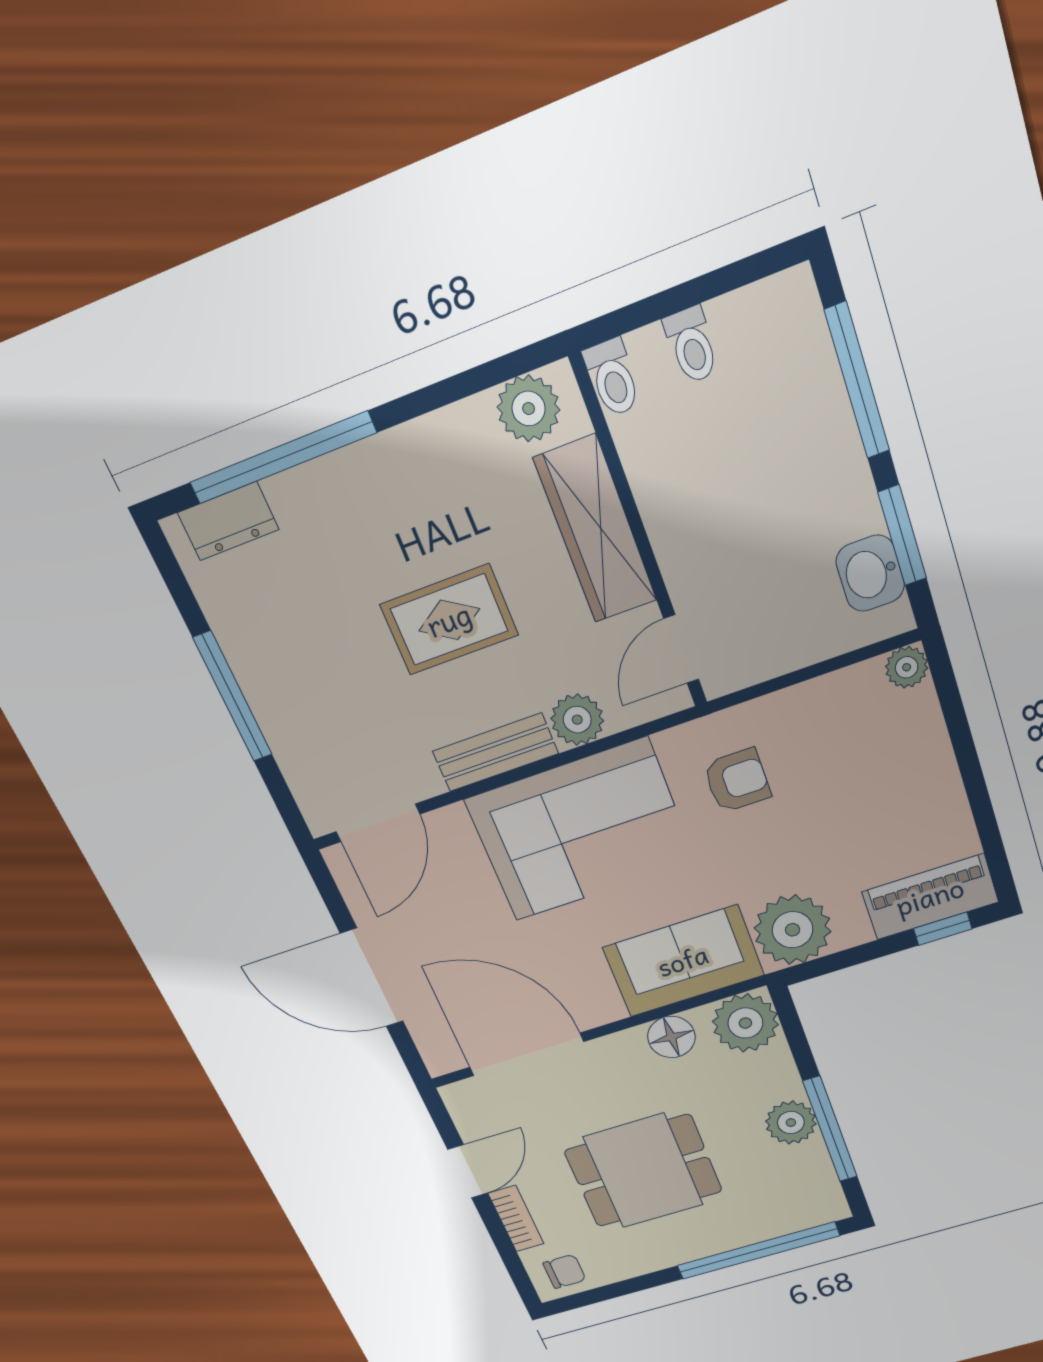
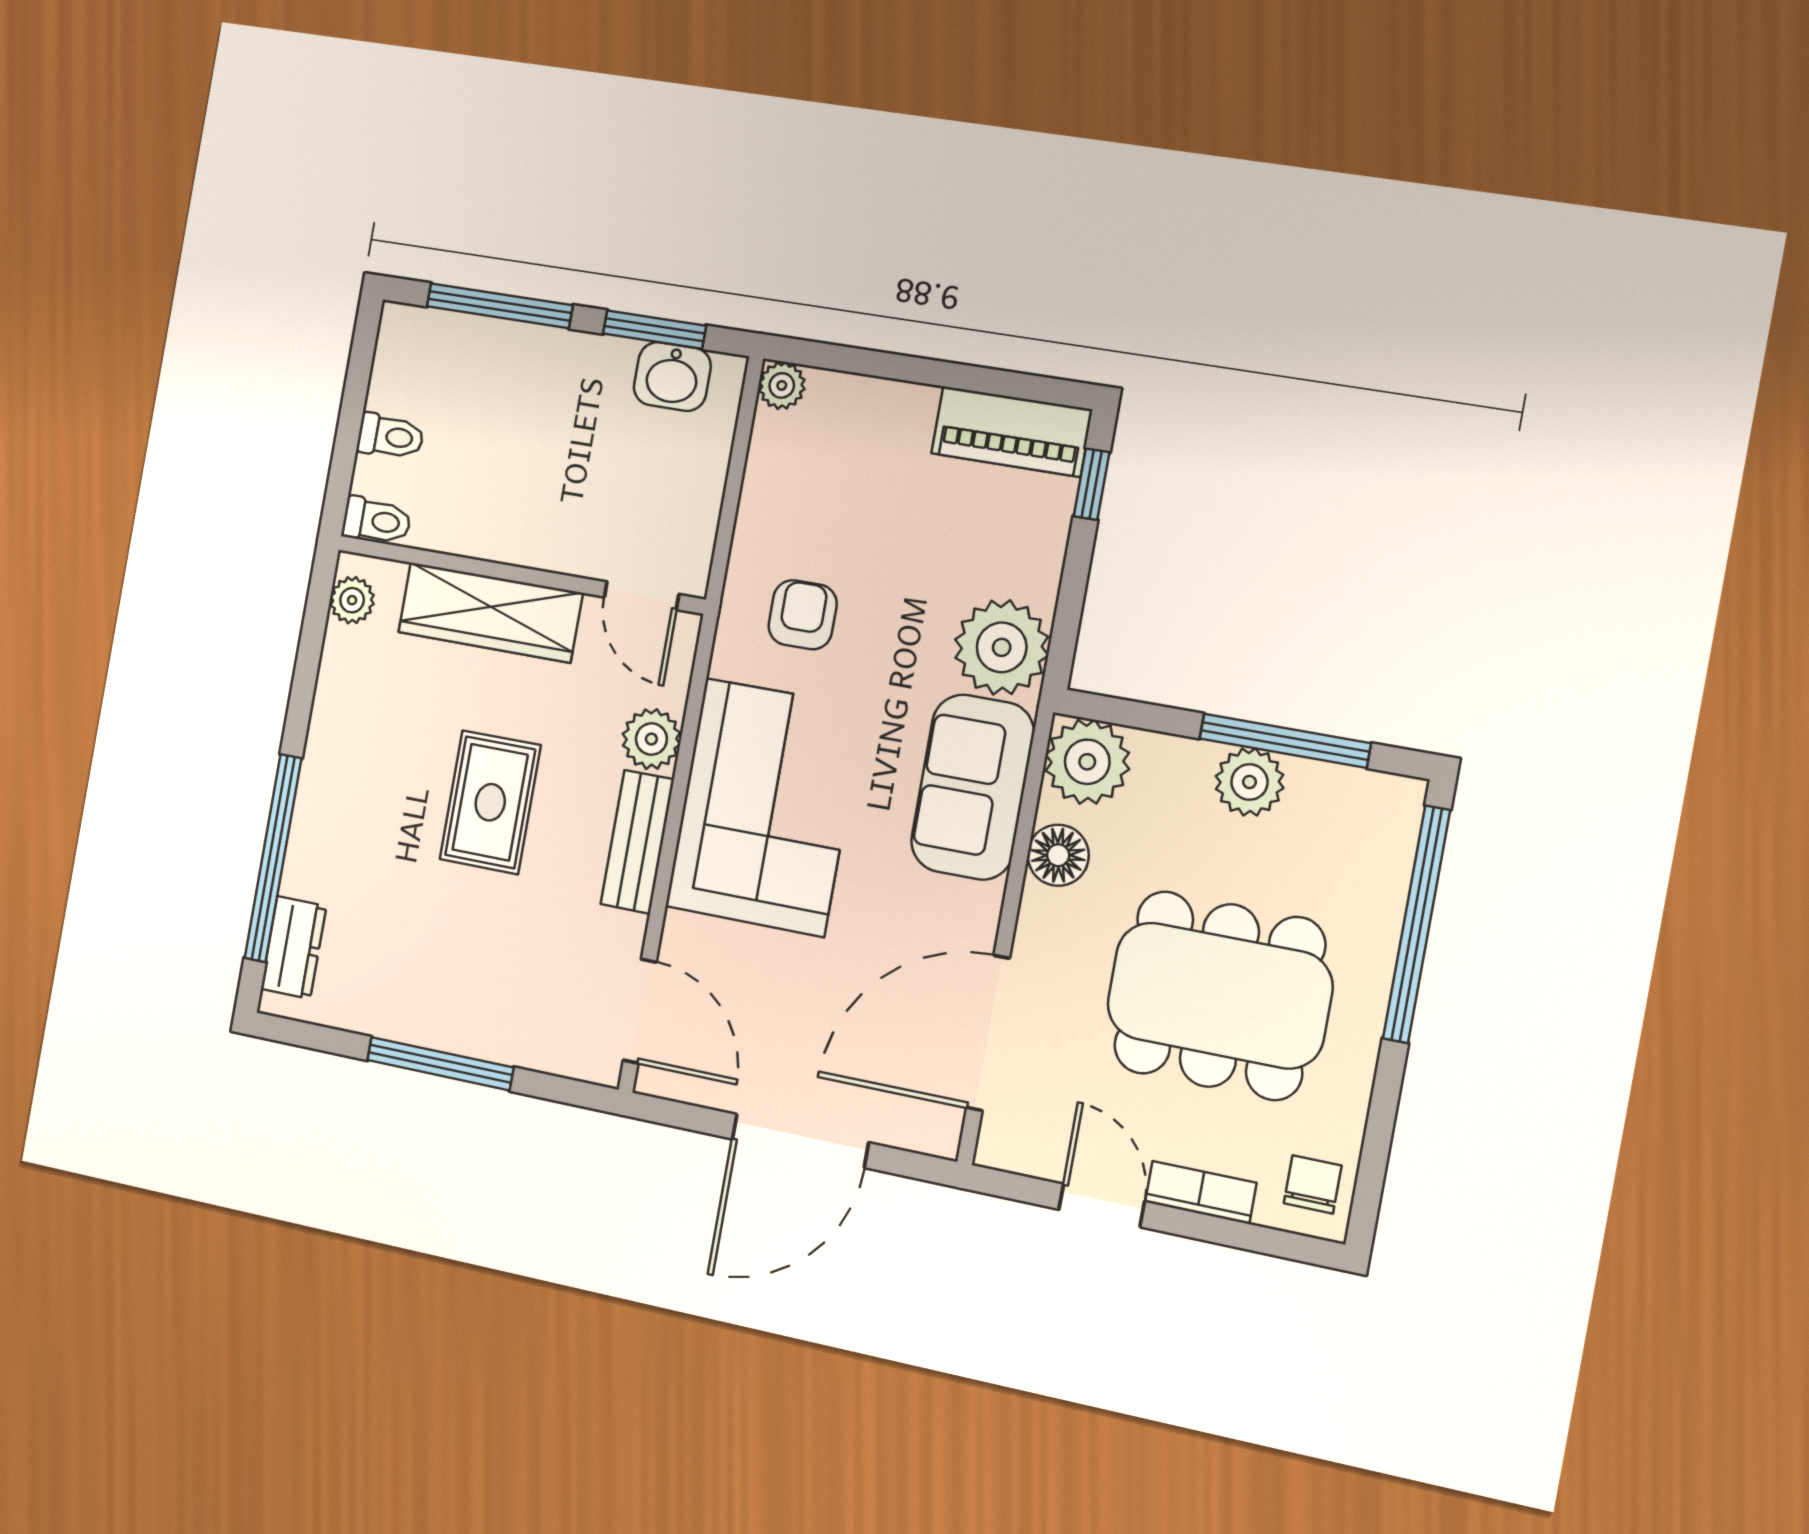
plant: (529, 409) -> (352, 600), width x0.73, depth x0.73
piano: (930, 897) -> (1012, 432), moved, turned -90
dining table: (643, 1171) -> (1219, 995), width x1.37

